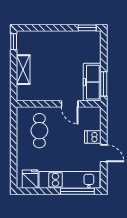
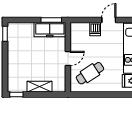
door: (70, 104) -> (68, 58), moved
cafe table: (39, 131) -> (90, 73), turned -33

